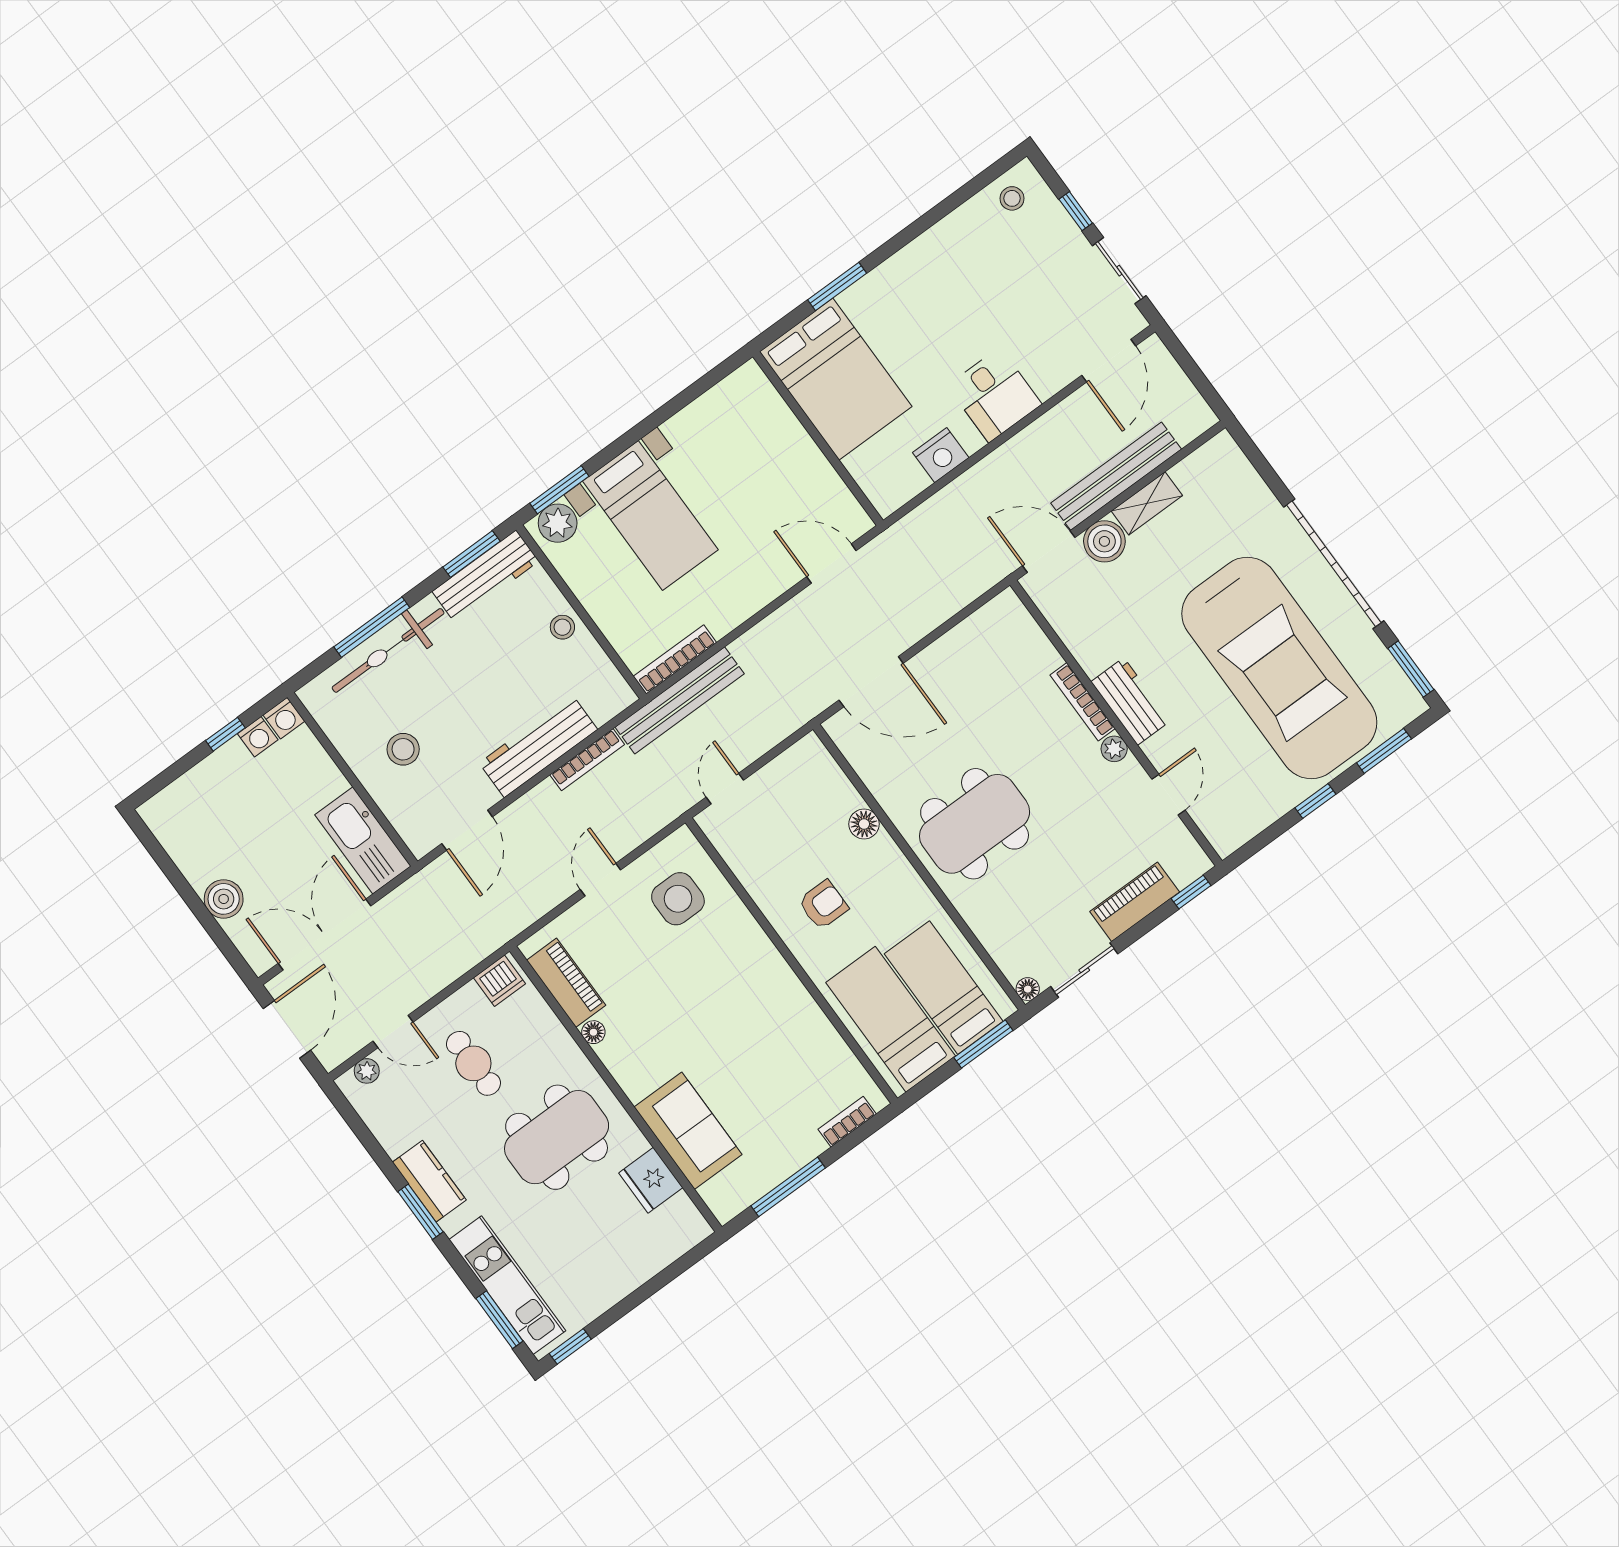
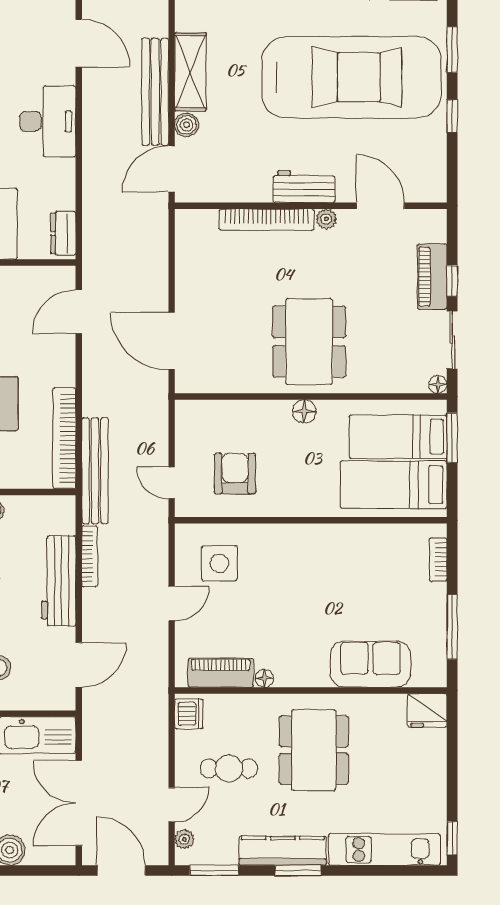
desk: (994, 395) -> (48, 121), width x1.37
nightstand: (941, 455) -> (61, 193), removed
dresser: (901, 488) -> (63, 233), added
shelving: (1147, 503) -> (190, 72), width x1.50, depth x1.33
boiler: (1104, 541) -> (187, 125), width x0.73, depth x0.73
bookcase: (675, 659) -> (64, 438), width x1.48, depth x1.31
door: (871, 682) -> (172, 341), swing flipped
bookcase: (1083, 702) -> (267, 220), width x1.48, depth x1.31
door: (1169, 795) -> (380, 206), width x1.38
floor lamp: (864, 824) -> (304, 411), moved
door: (467, 830) -> (79, 665), hinge flipped
door: (600, 880) -> (172, 603), swing flipped
window: (1191, 892) -> (452, 281), moved
armchair: (823, 905) -> (235, 474), moved, width x1.38, depth x1.38
fridge: (651, 1180) -> (427, 710), moved
kitchen counter: (429, 1181) -> (283, 851), width x1.50
window: (499, 1320) -> (214, 870), moved

